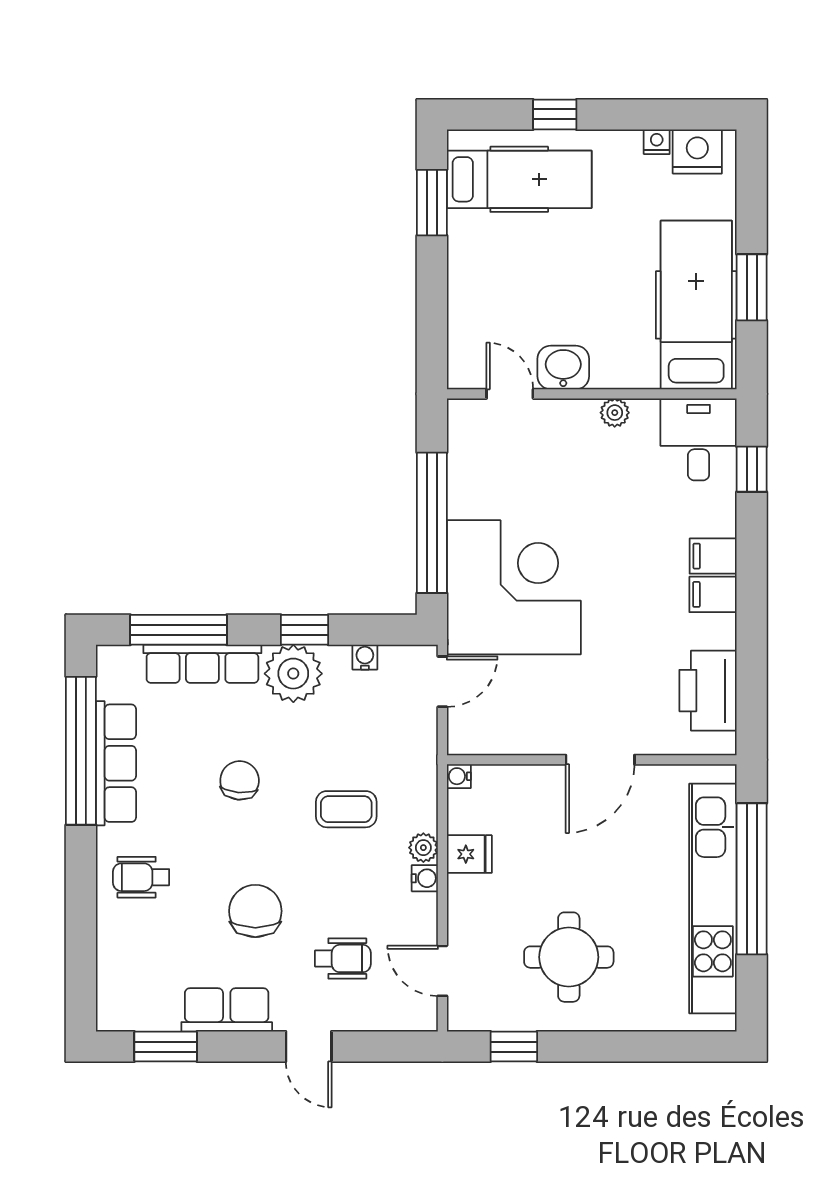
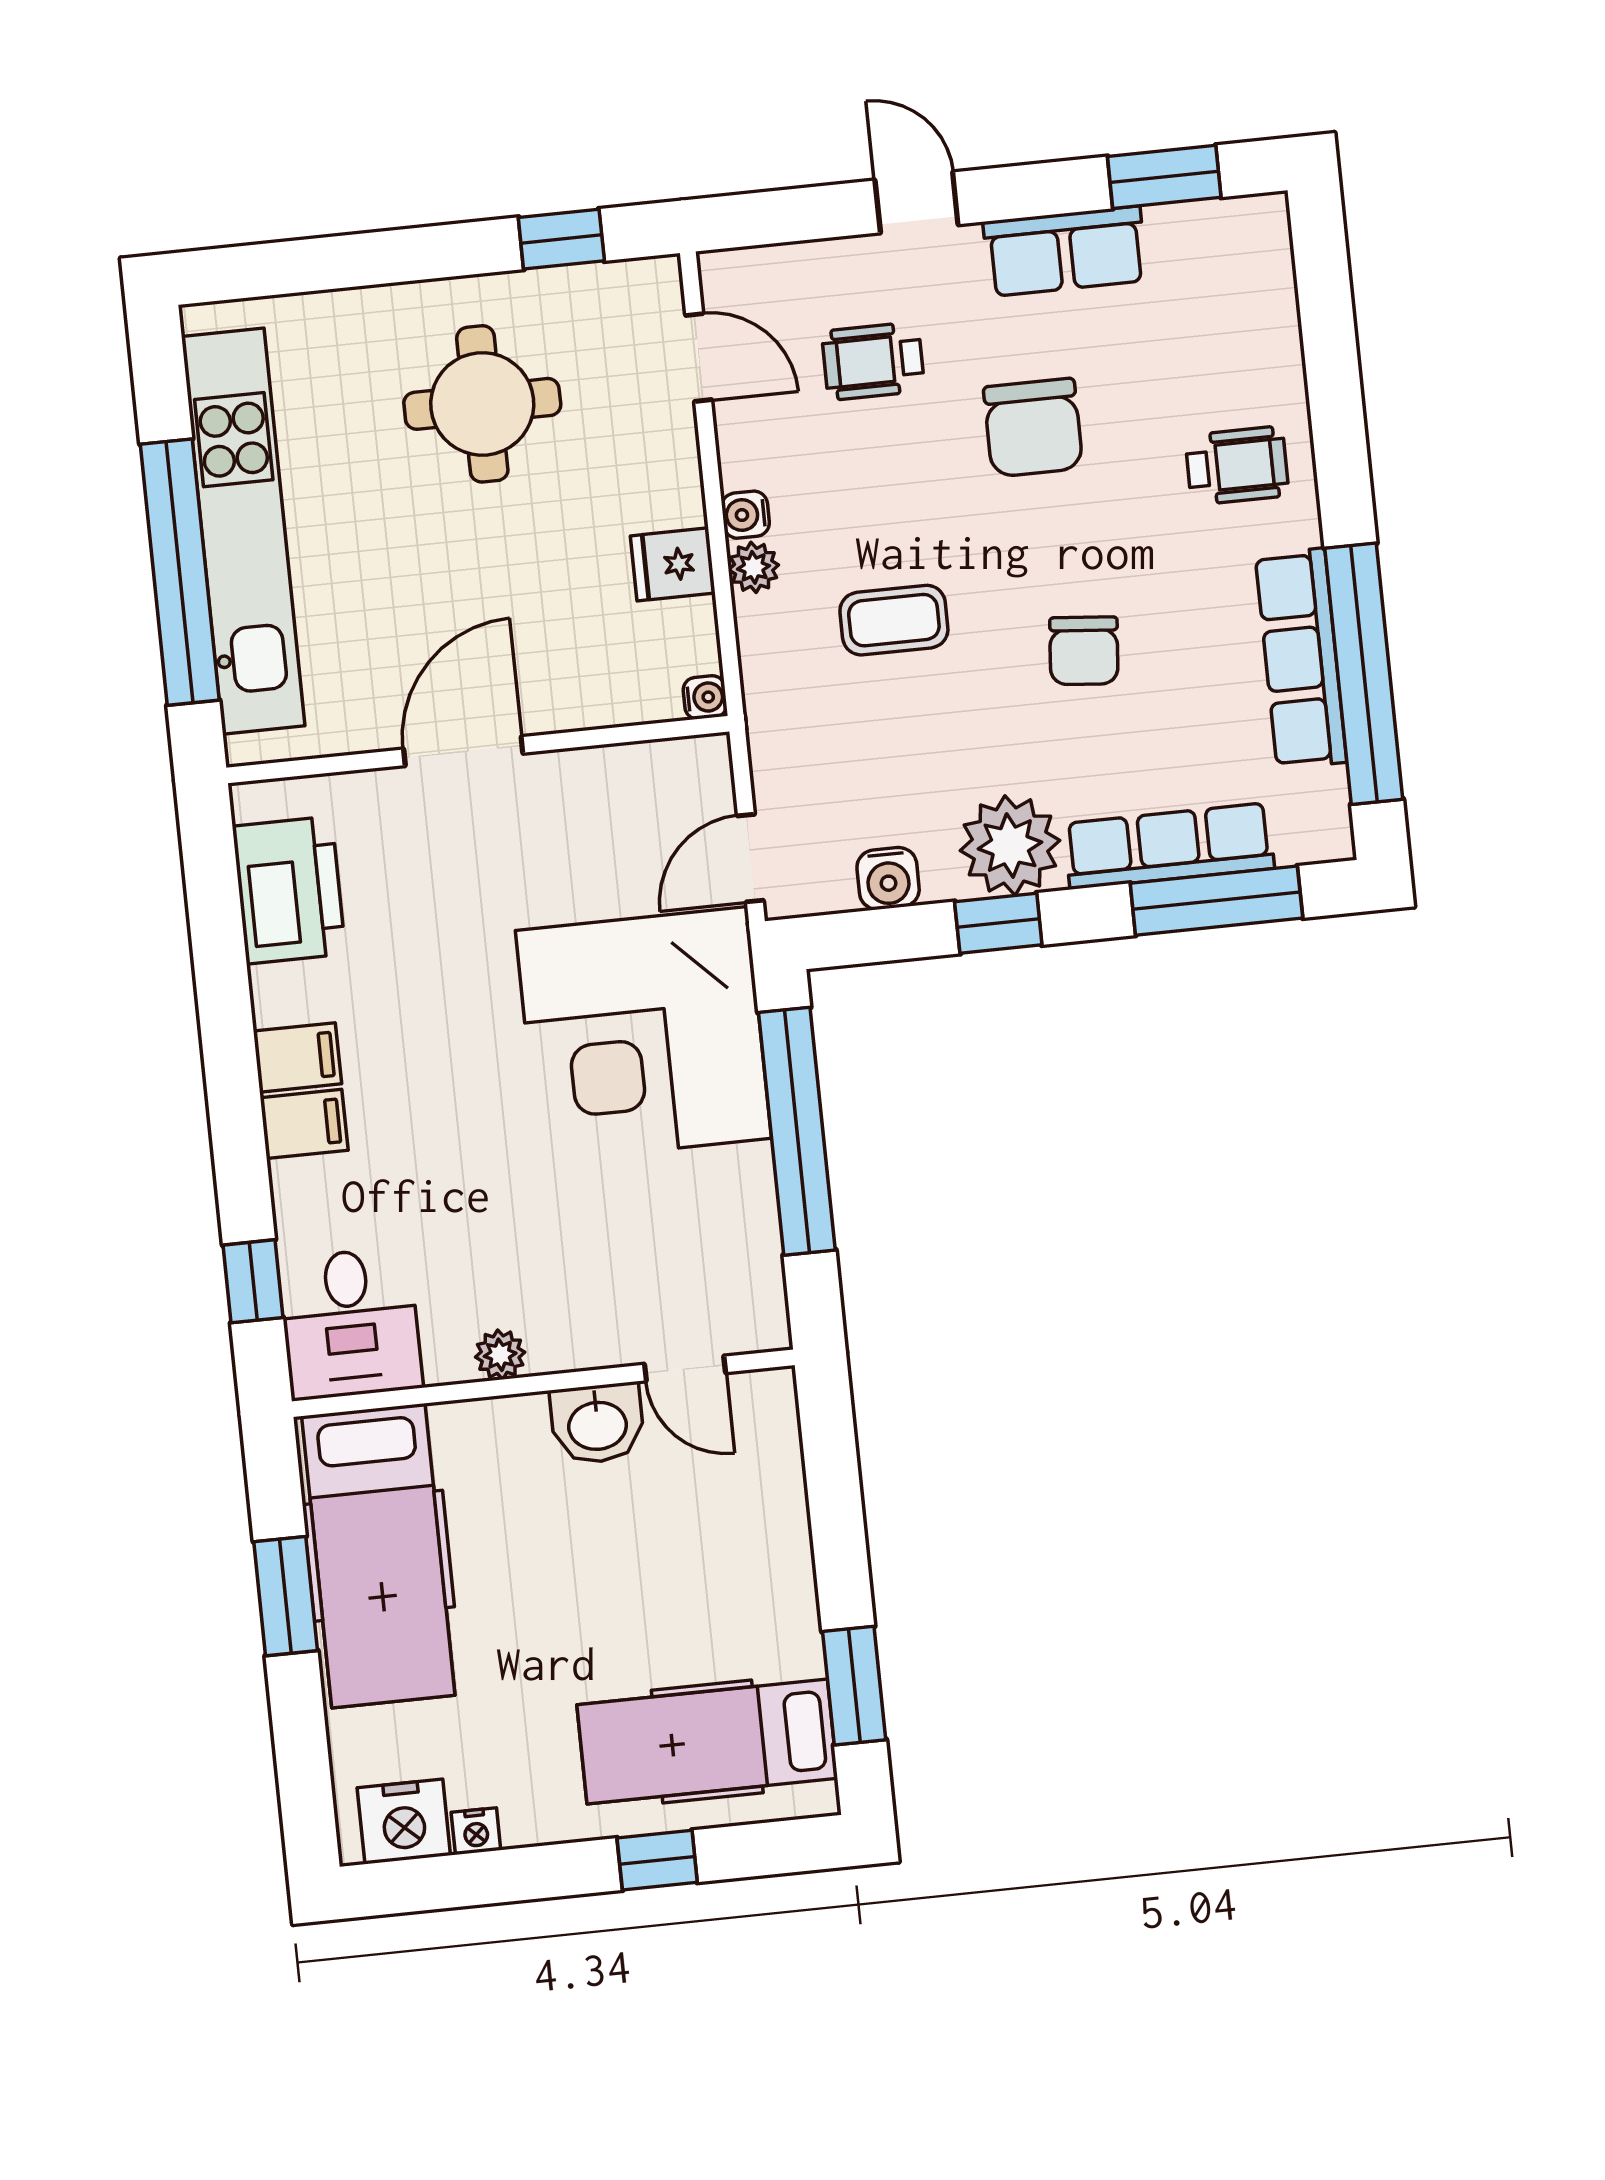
water cooler: (365, 657) -> (888, 878), width x1.38, depth x1.38

